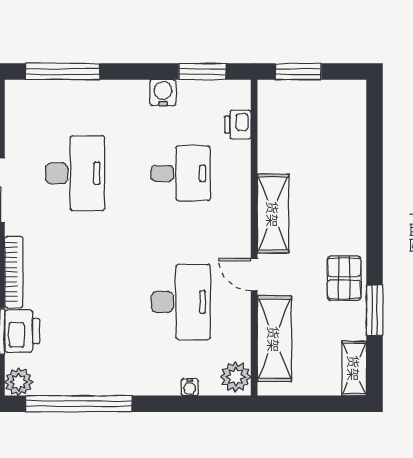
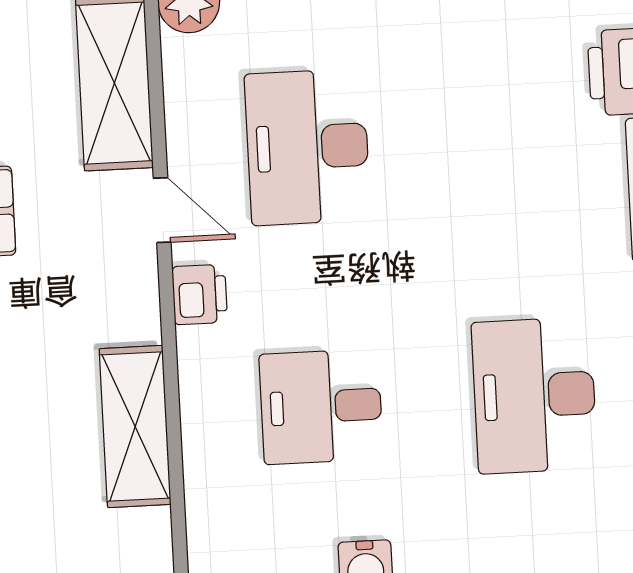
printer: (238, 125) -> (200, 294), moved
shelving: (273, 214) -> (135, 427), moved

